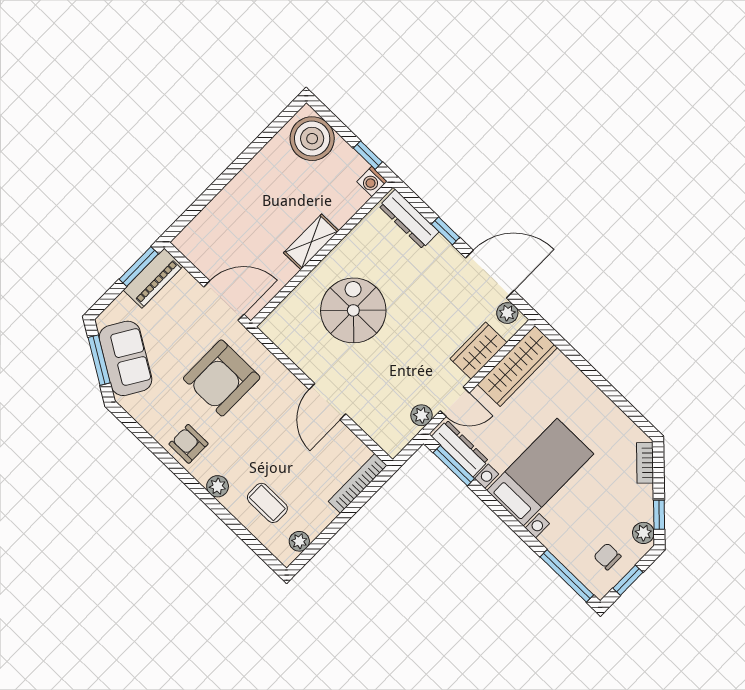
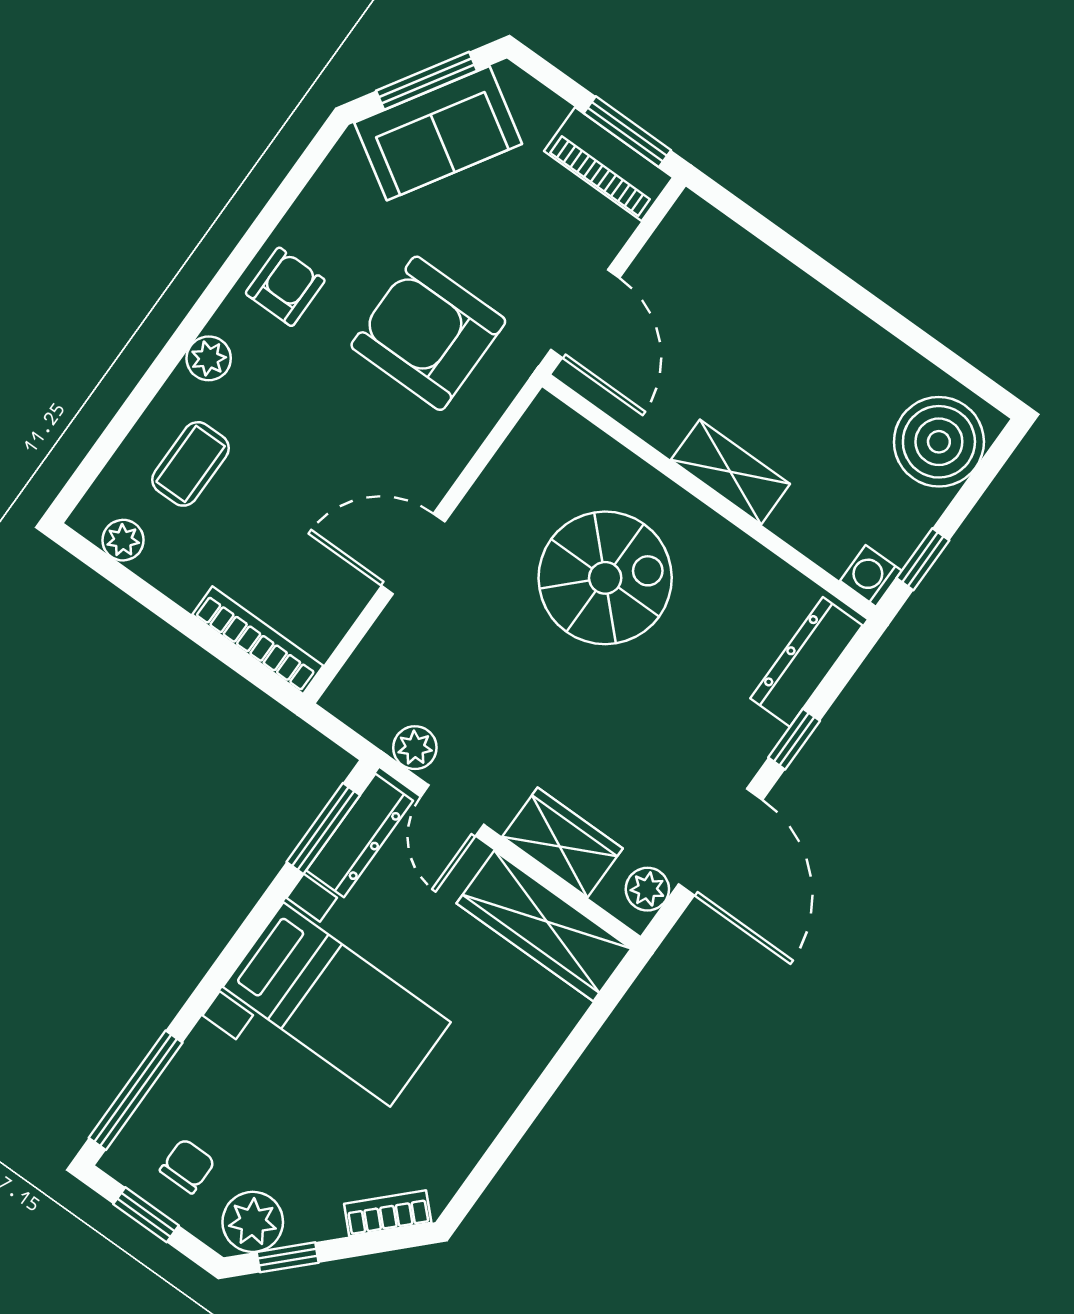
plant: (643, 533) -> (253, 1222), width x1.38, depth x1.38

